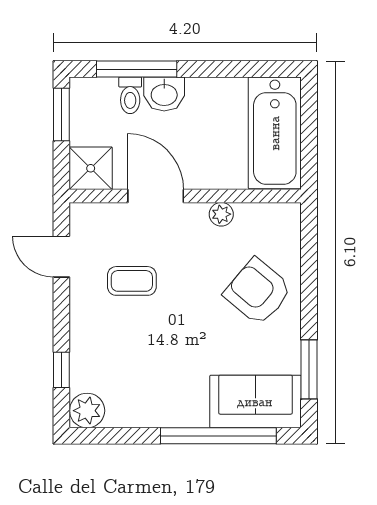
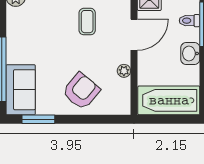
washbasin: (164, 94) -> (190, 53), moved

